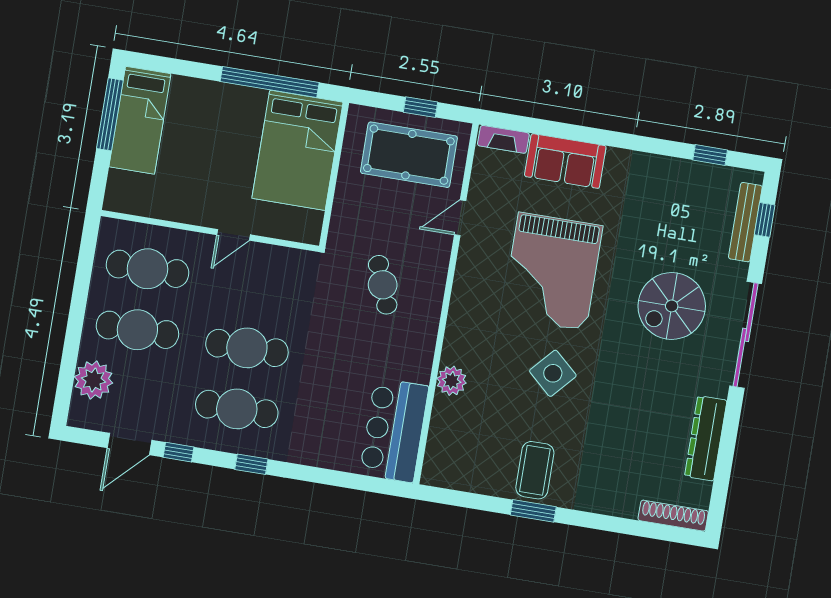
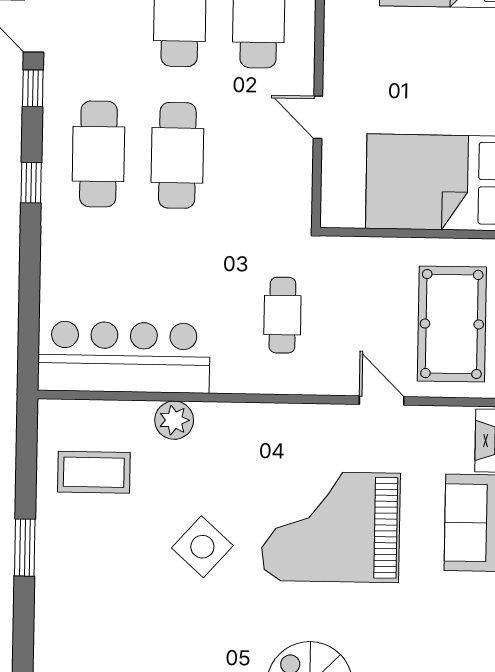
cafe table: (383, 285) -> (282, 315), turned -69
bar counter: (394, 430) -> (124, 357), width x1.36
coffee table: (535, 470) -> (94, 472), moved

